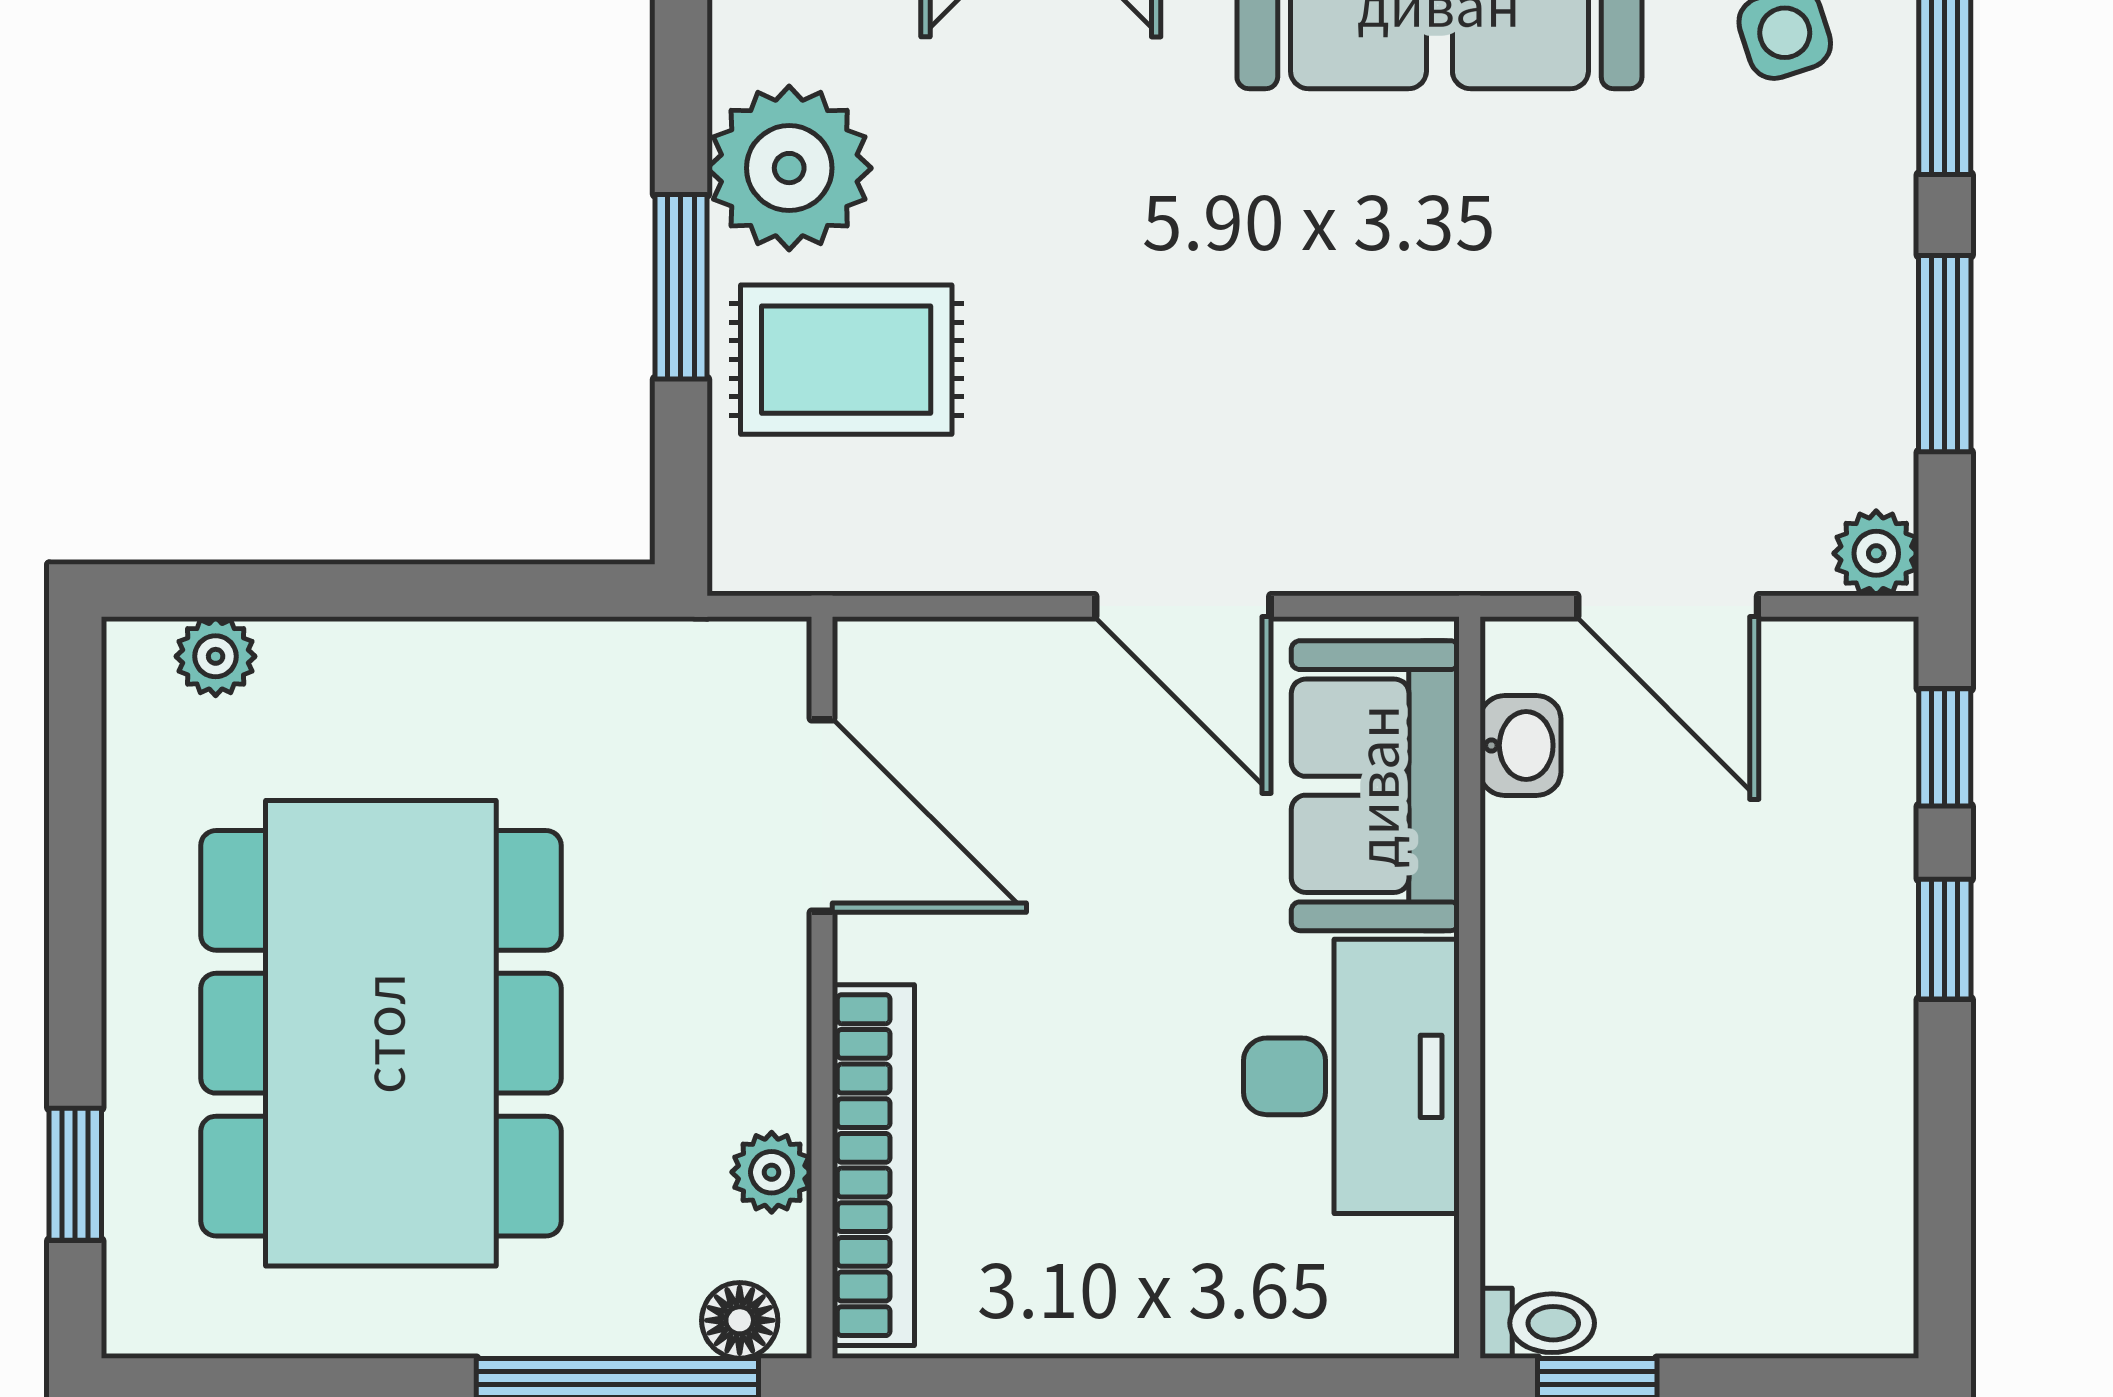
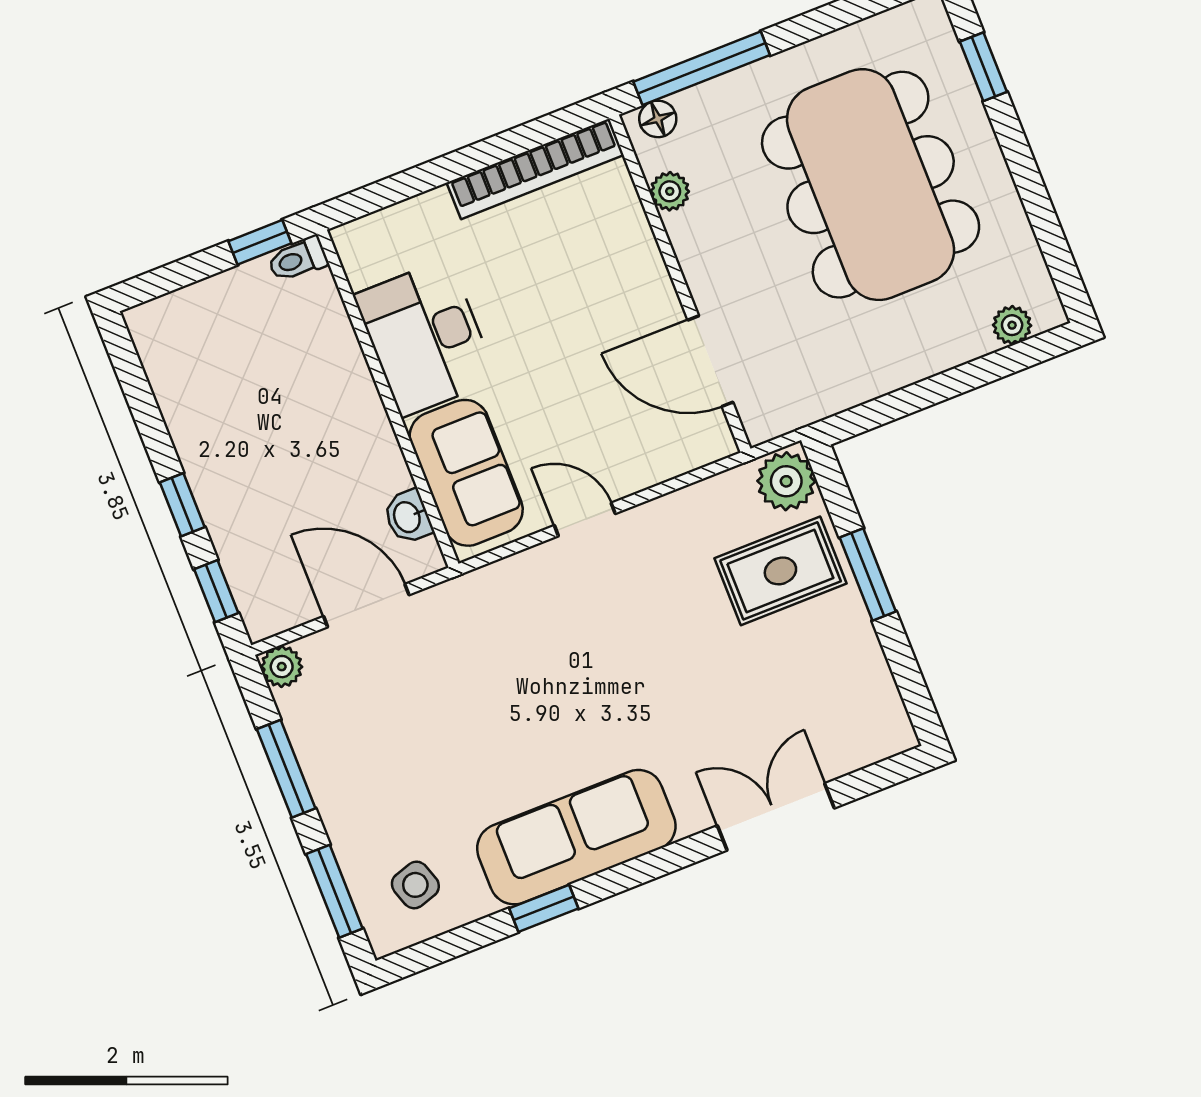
plant: (789, 168) -> (786, 481), moved, width x0.73, depth x0.73
door: (1183, 606) -> (585, 520), width x0.73
bookcase: (873, 1165) -> (535, 169), moved, turned -90

